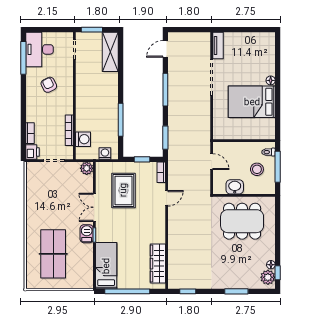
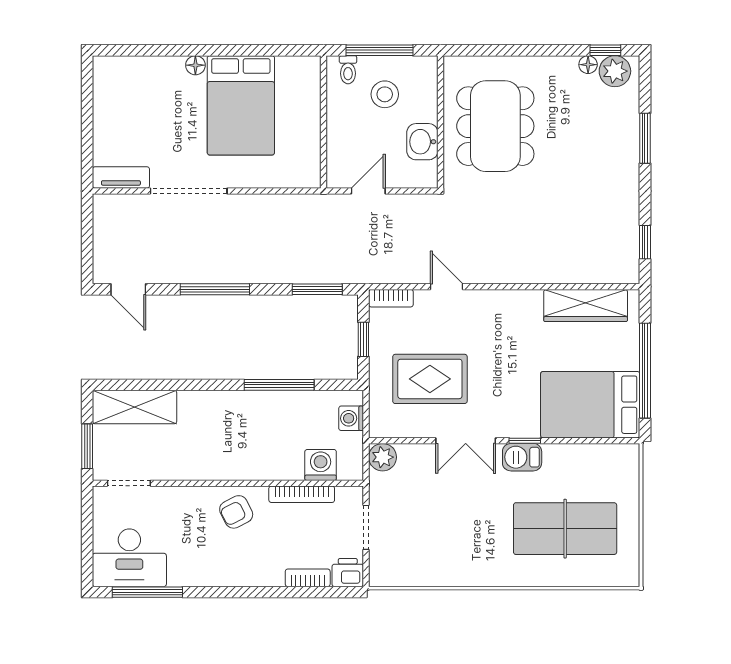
armchair: (49, 85) -> (236, 512), moved
bed: (106, 266) -> (590, 405), width x1.50

